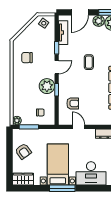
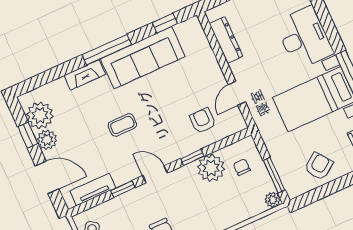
plant: (47, 86) -> (211, 168), moved

